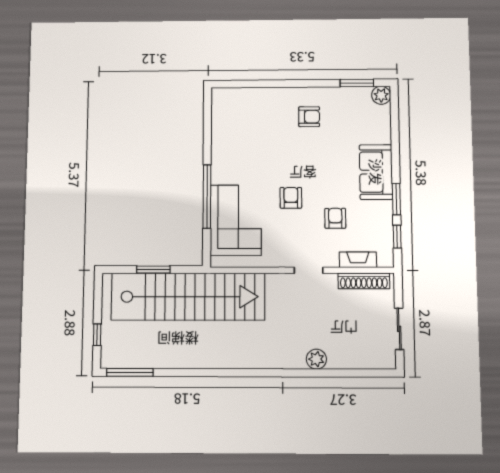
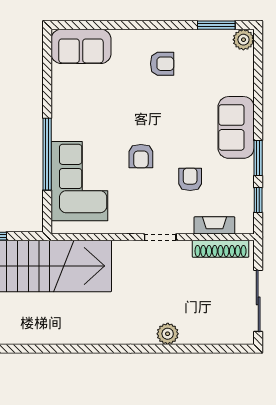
sofa: (237, 102) -> (81, 46), added
armchair: (291, 198) -> (141, 156), turned 180
sliding door: (399, 329) -> (258, 301), width x1.37

